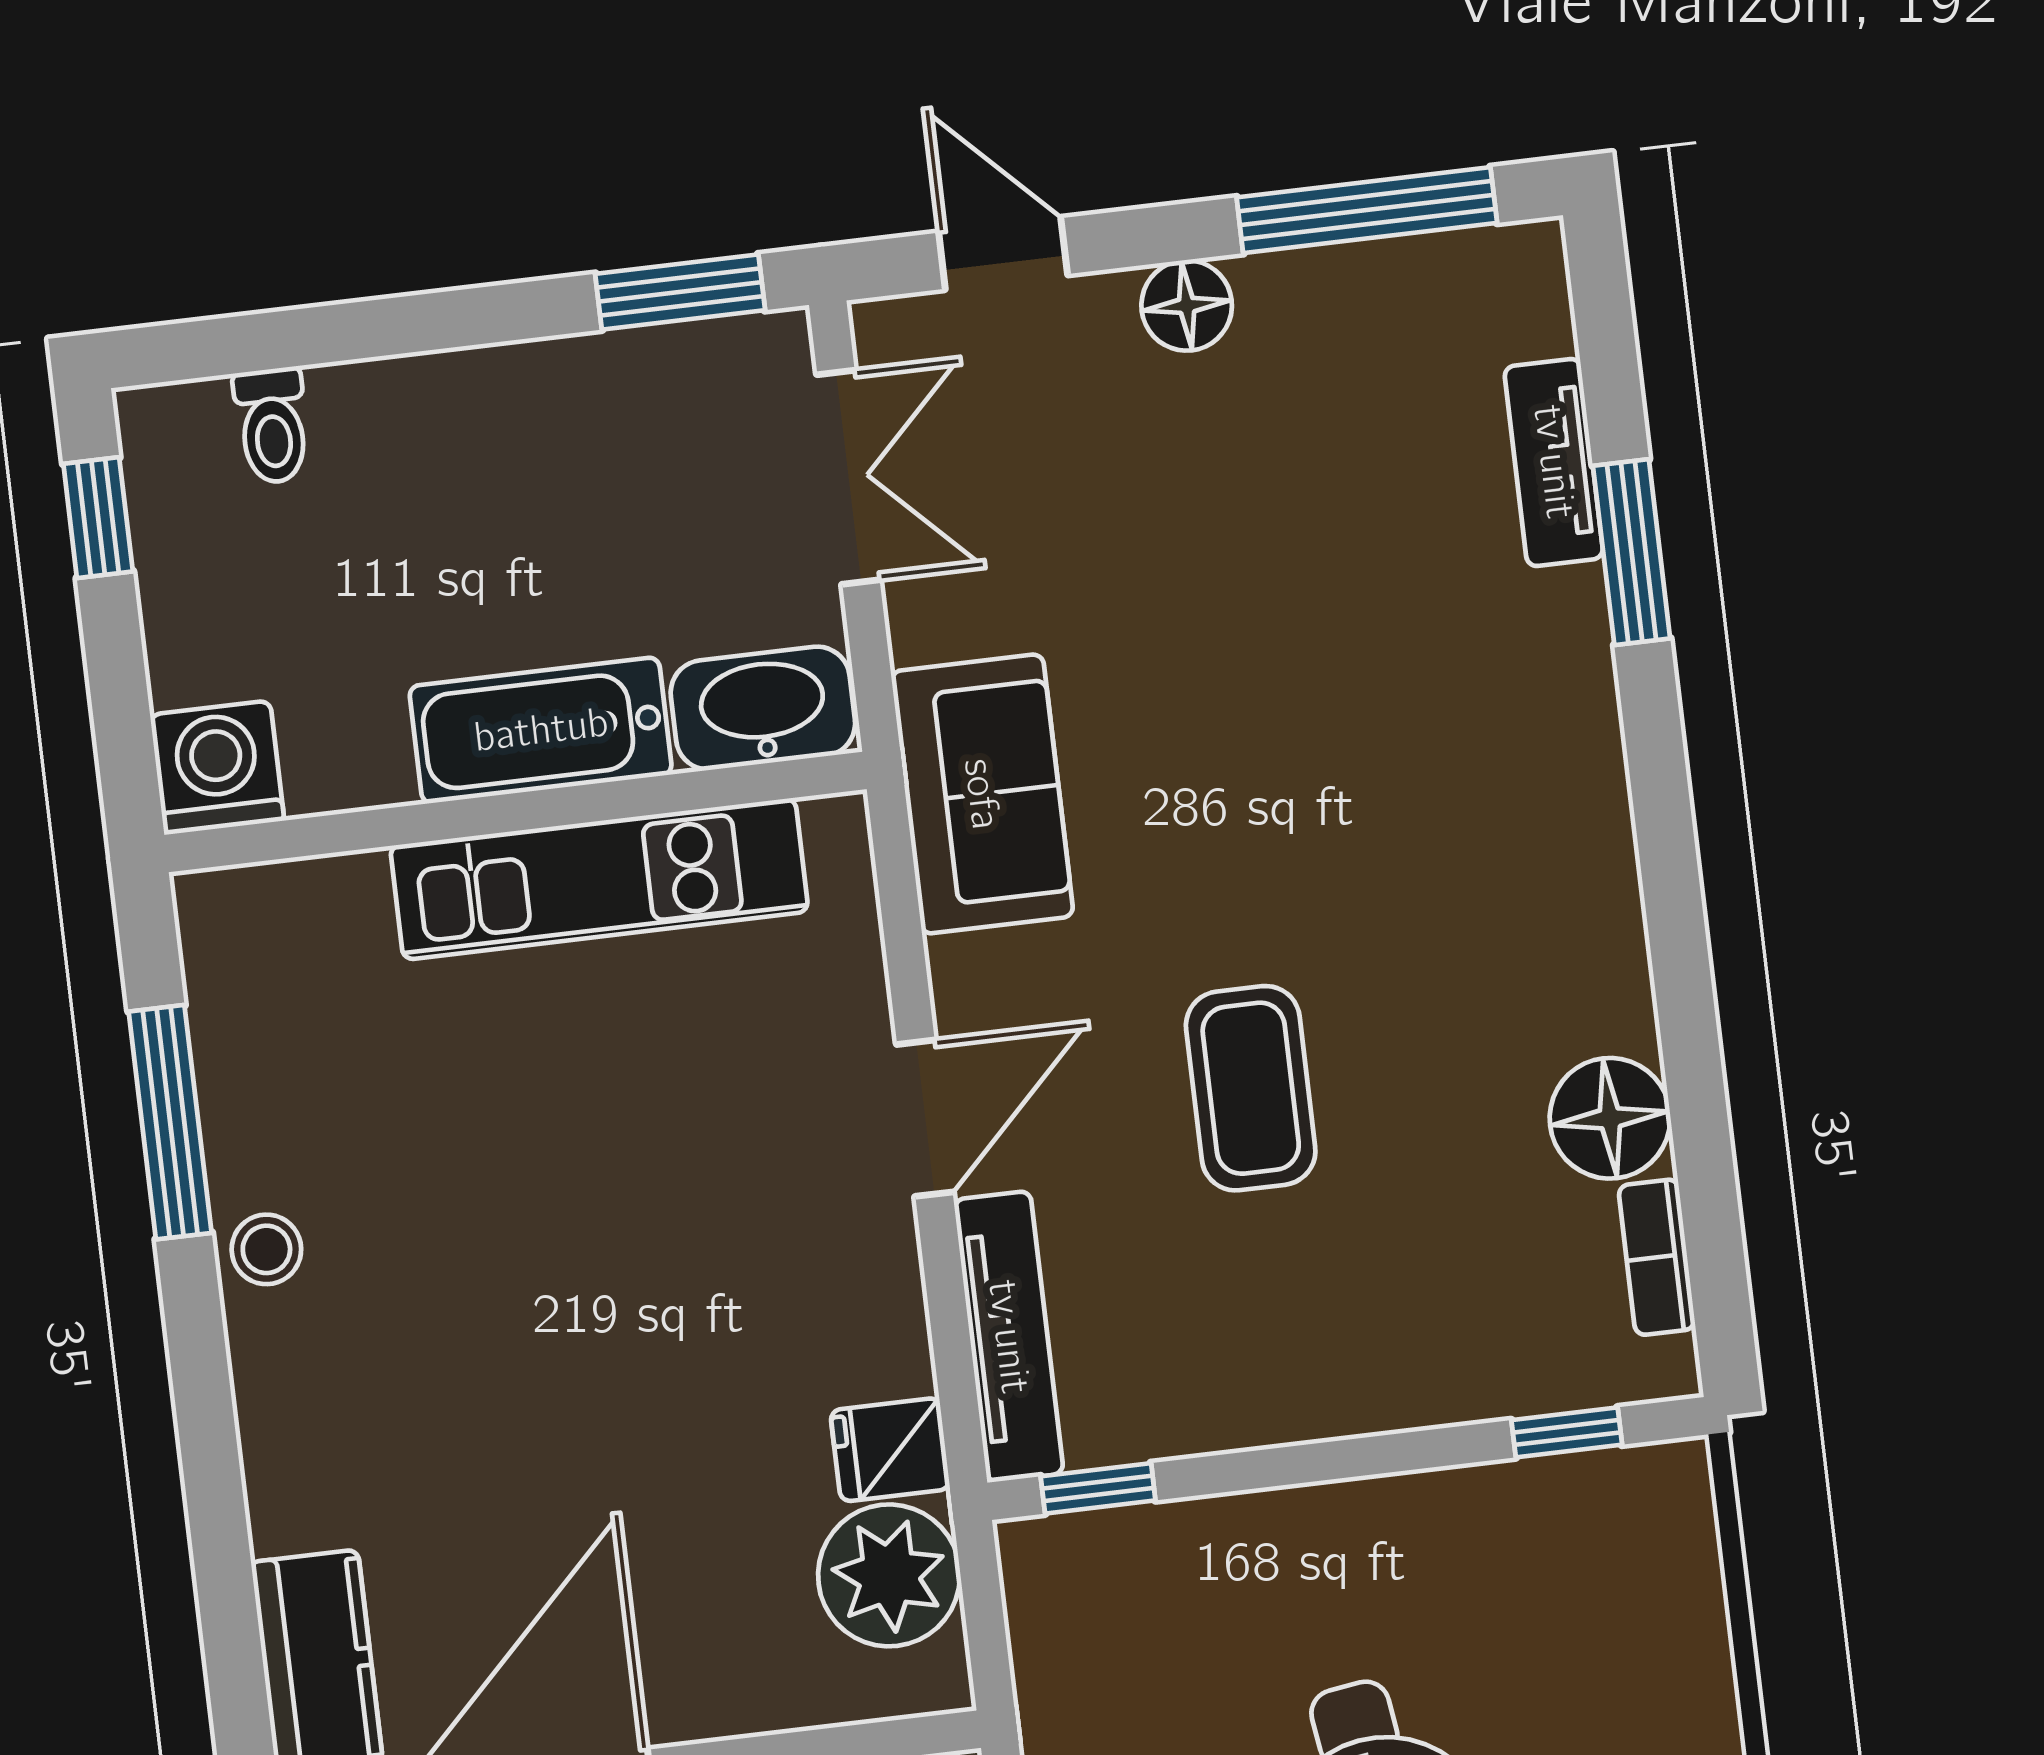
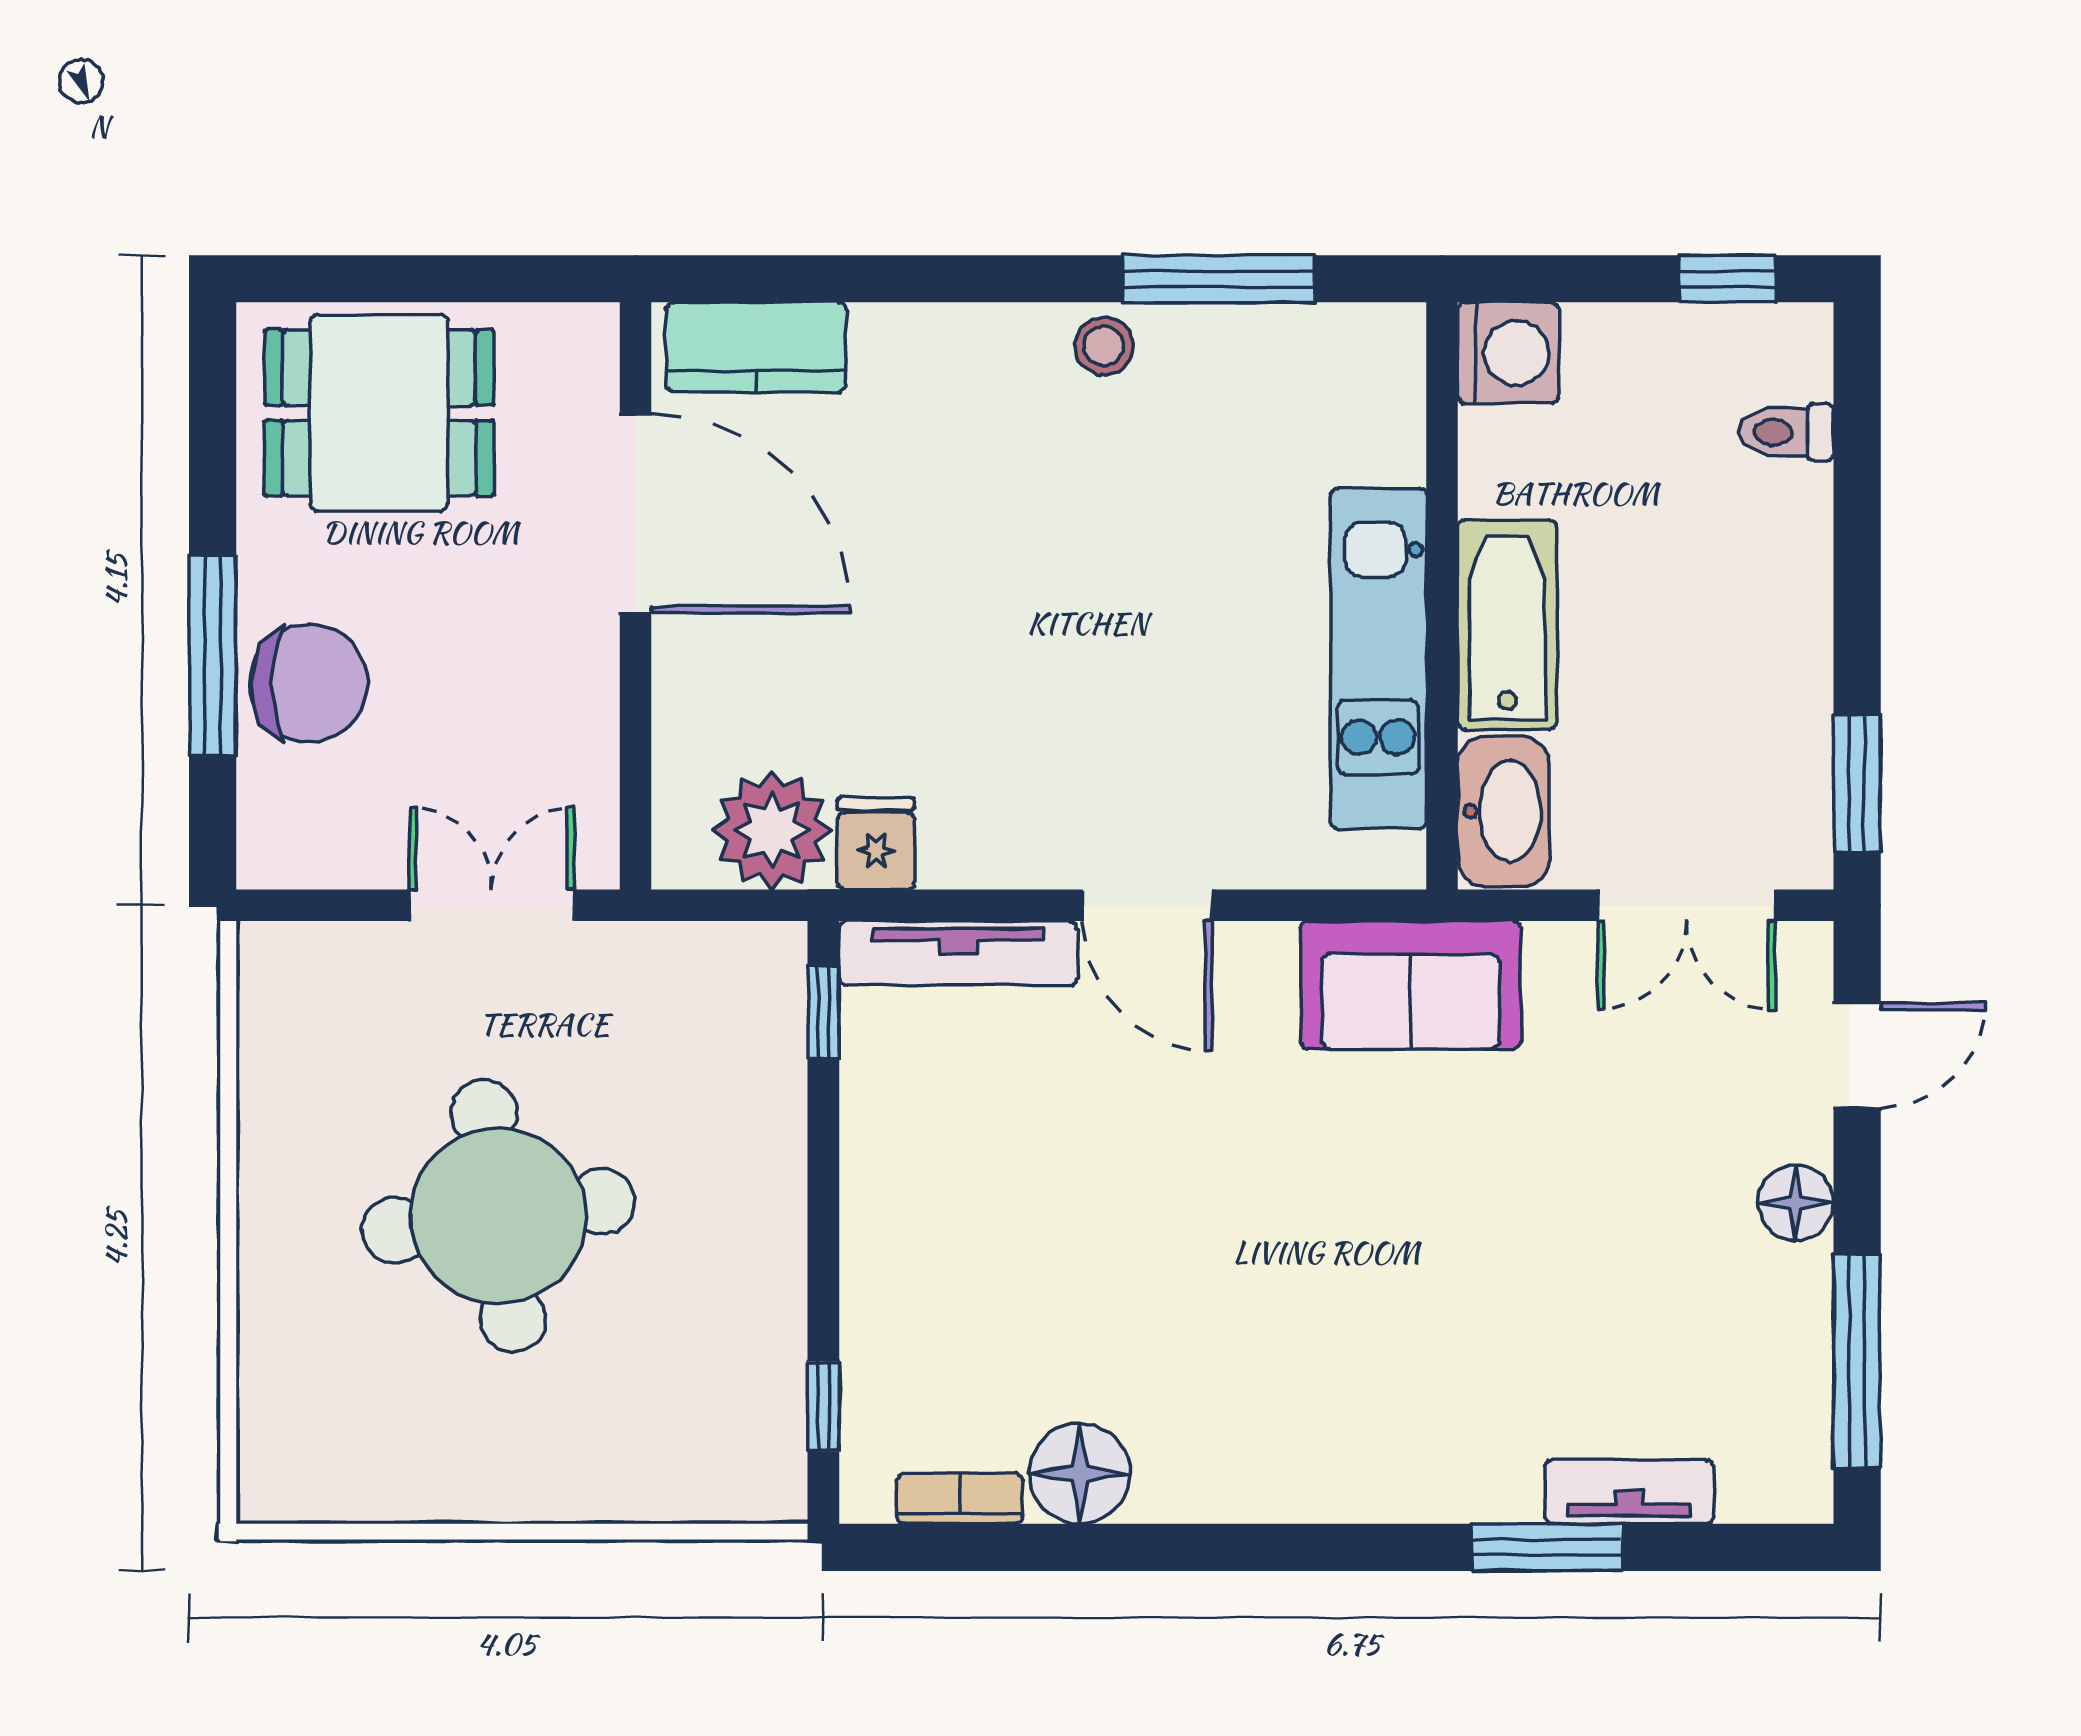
coffee table: (1251, 1088) -> (1140, 1178), removed

